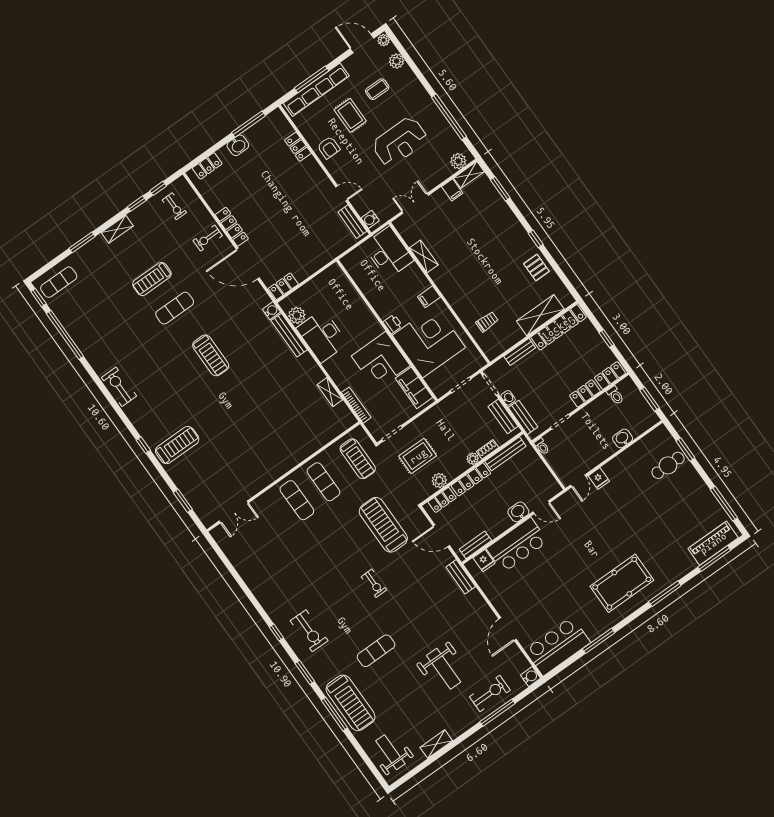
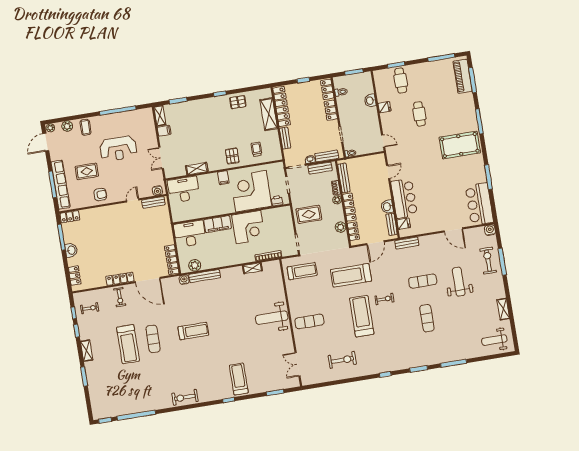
coffee table: (377, 89) -> (86, 127), moved
reception desk: (400, 142) -> (118, 149), turned 90
locker: (298, 147) -> (70, 217), moved
plant: (458, 161) -> (148, 118), removed
door: (248, 264) -> (148, 280), hinge flipped
treadmill: (152, 279) -> (128, 344), width x1.37, depth x1.38
exercise mat: (59, 282) -> (102, 403), removed
locker: (283, 286) -> (172, 260), width x1.53
pallet: (463, 295) -> (232, 156), added
printer: (393, 324) -> (277, 201), moved
desk: (322, 336) -> (190, 234), moved, turned 180
filing cabinet: (414, 388) -> (218, 224), moved
weight bench: (278, 449) -> (272, 318), added
rug: (418, 456) -> (309, 214), moved, turned 90
fridge: (599, 479) -> (384, 107), moved
exercise mat: (323, 482) -> (423, 281), moved
cafe table: (637, 511) -> (419, 114), added
double door: (234, 512) -> (298, 364), swing flipped
washbasin: (518, 512) -> (387, 207), moved
pool table: (622, 583) -> (460, 145), turned 90
exercise bike: (309, 631) -> (342, 360), moved
weight bench: (444, 669) -> (459, 282), turned -90
treadmill: (350, 703) -> (362, 316), moved, turned -90

